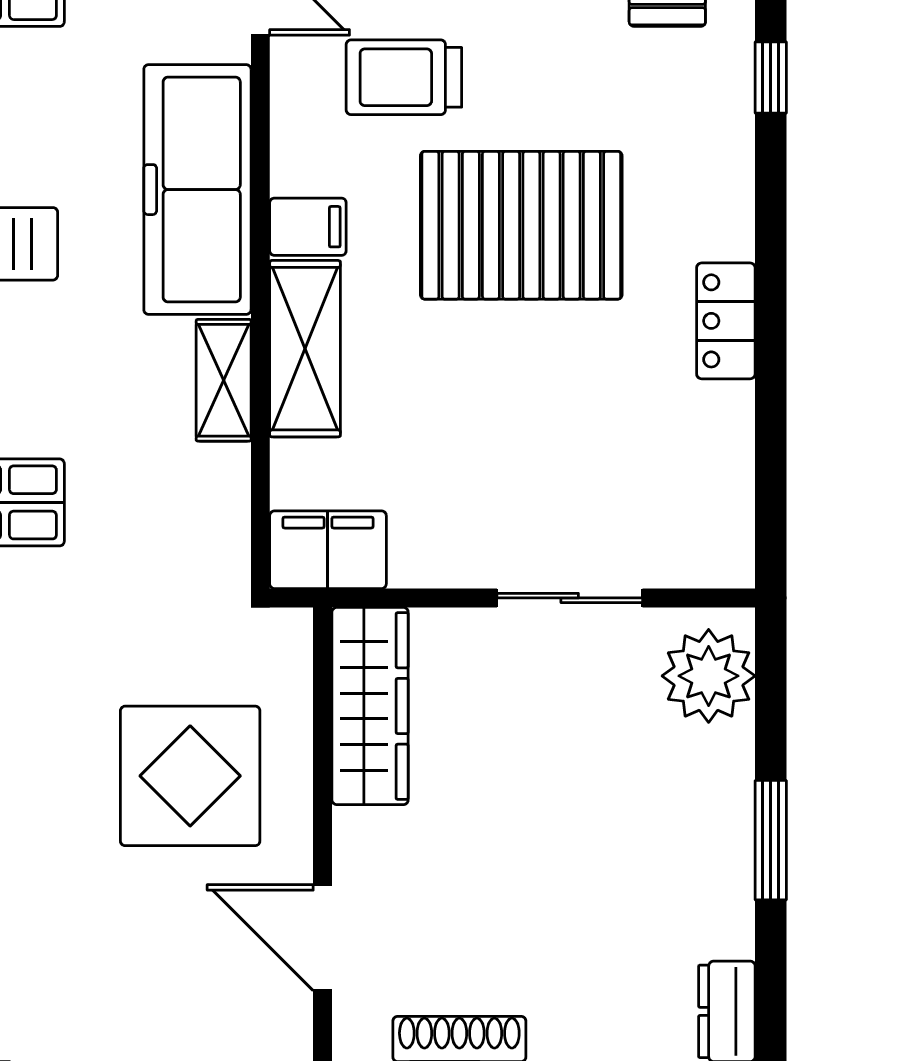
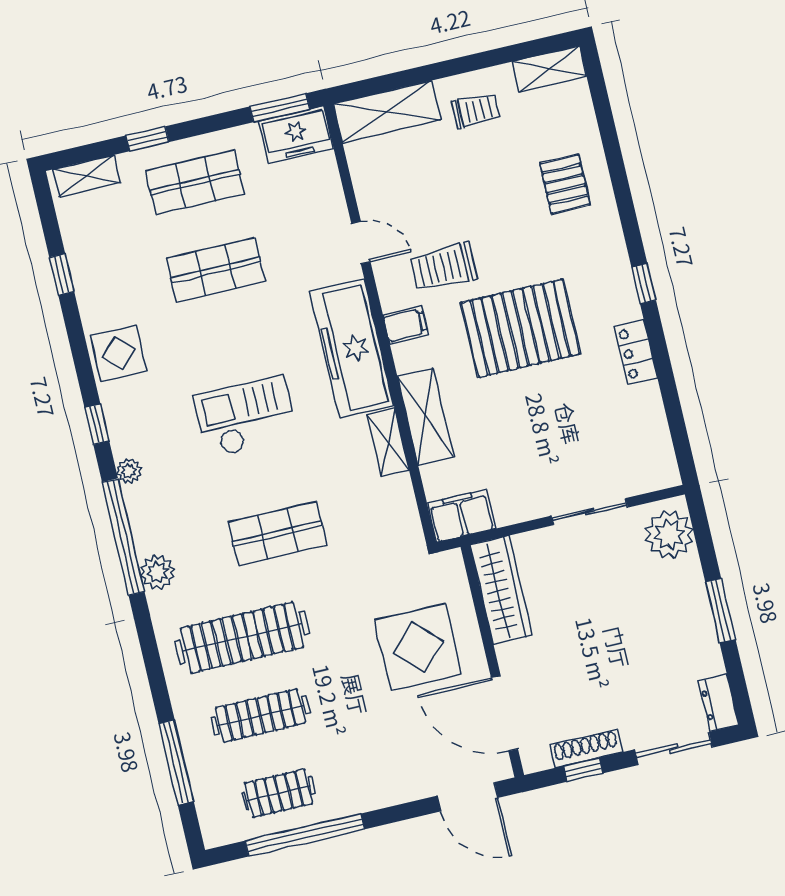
window: (771, 77) -> (644, 284), moved
filing cabinet: (308, 227) -> (406, 325), moved
door: (323, 938) -> (505, 713), width x1.36

